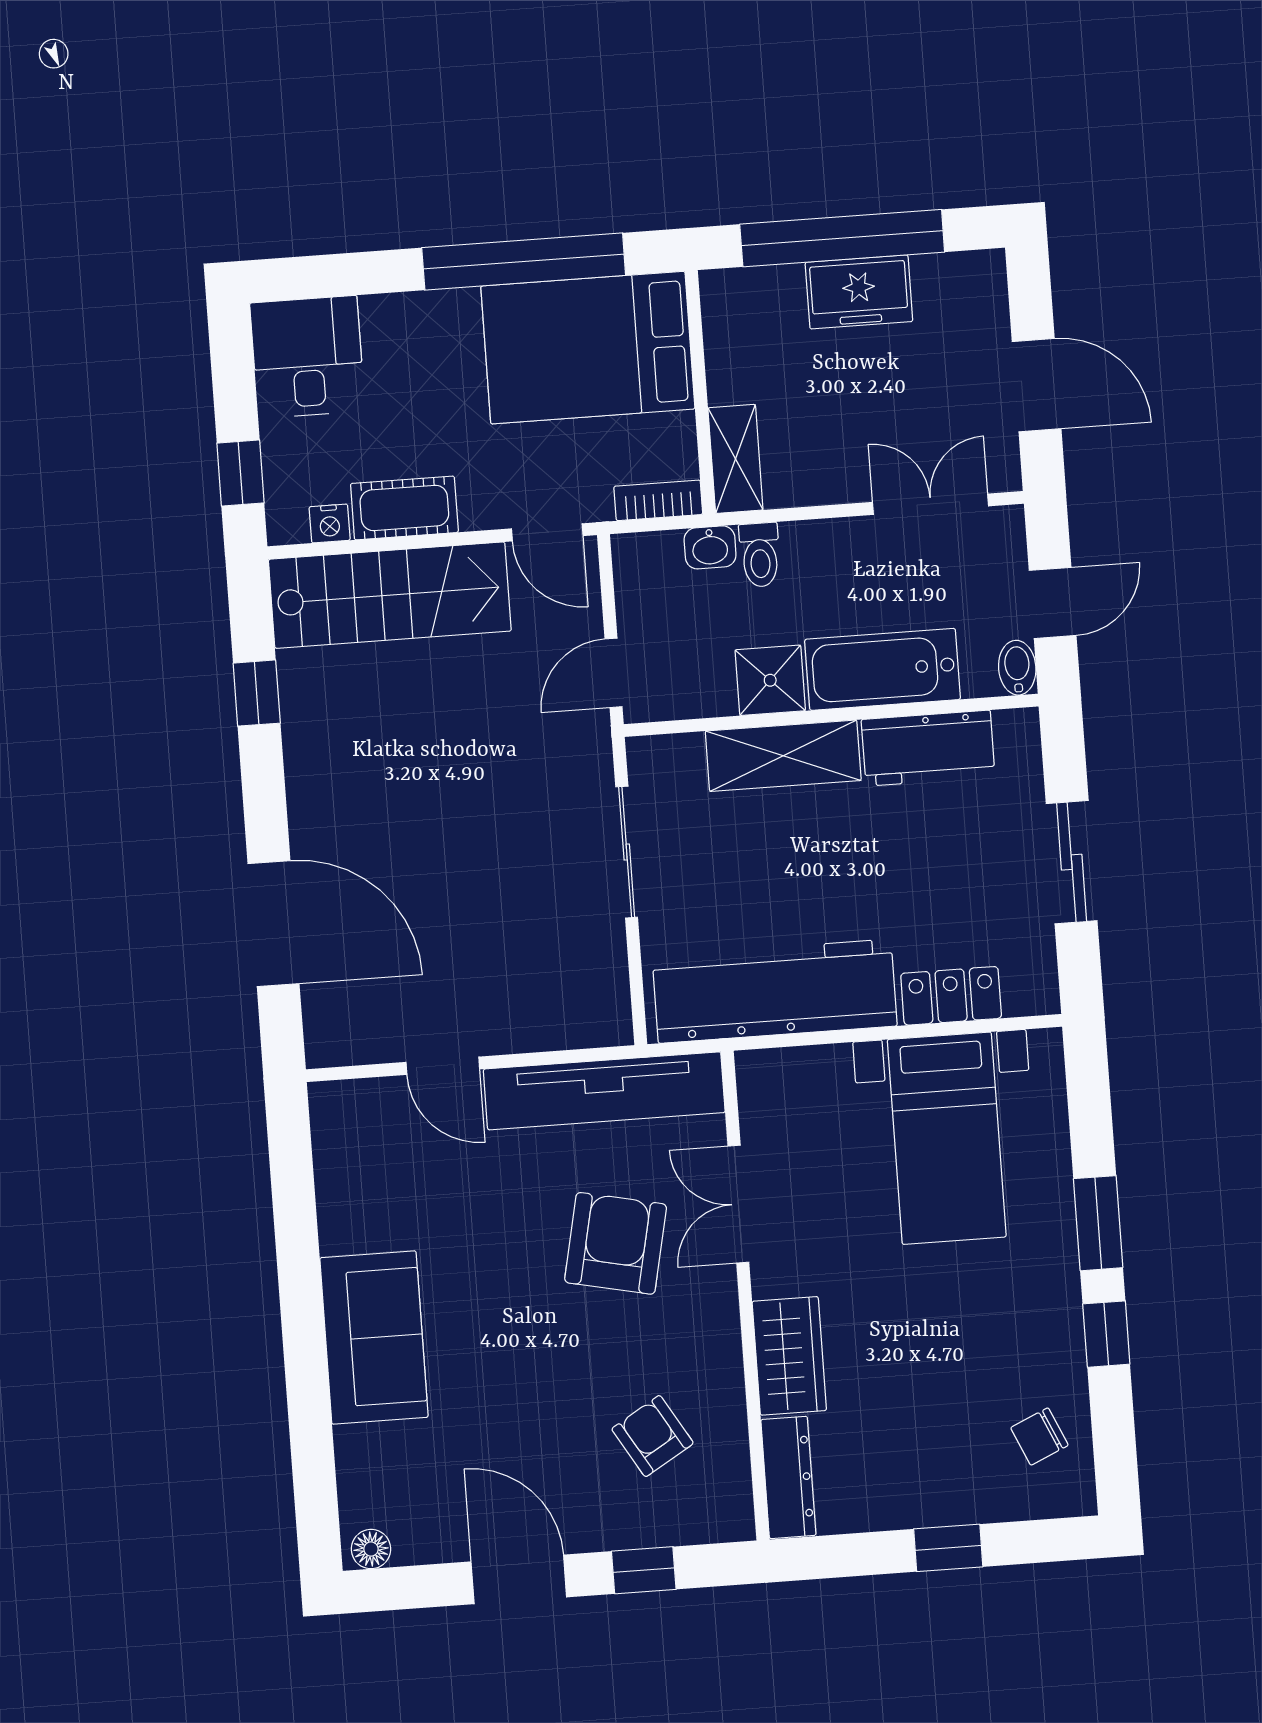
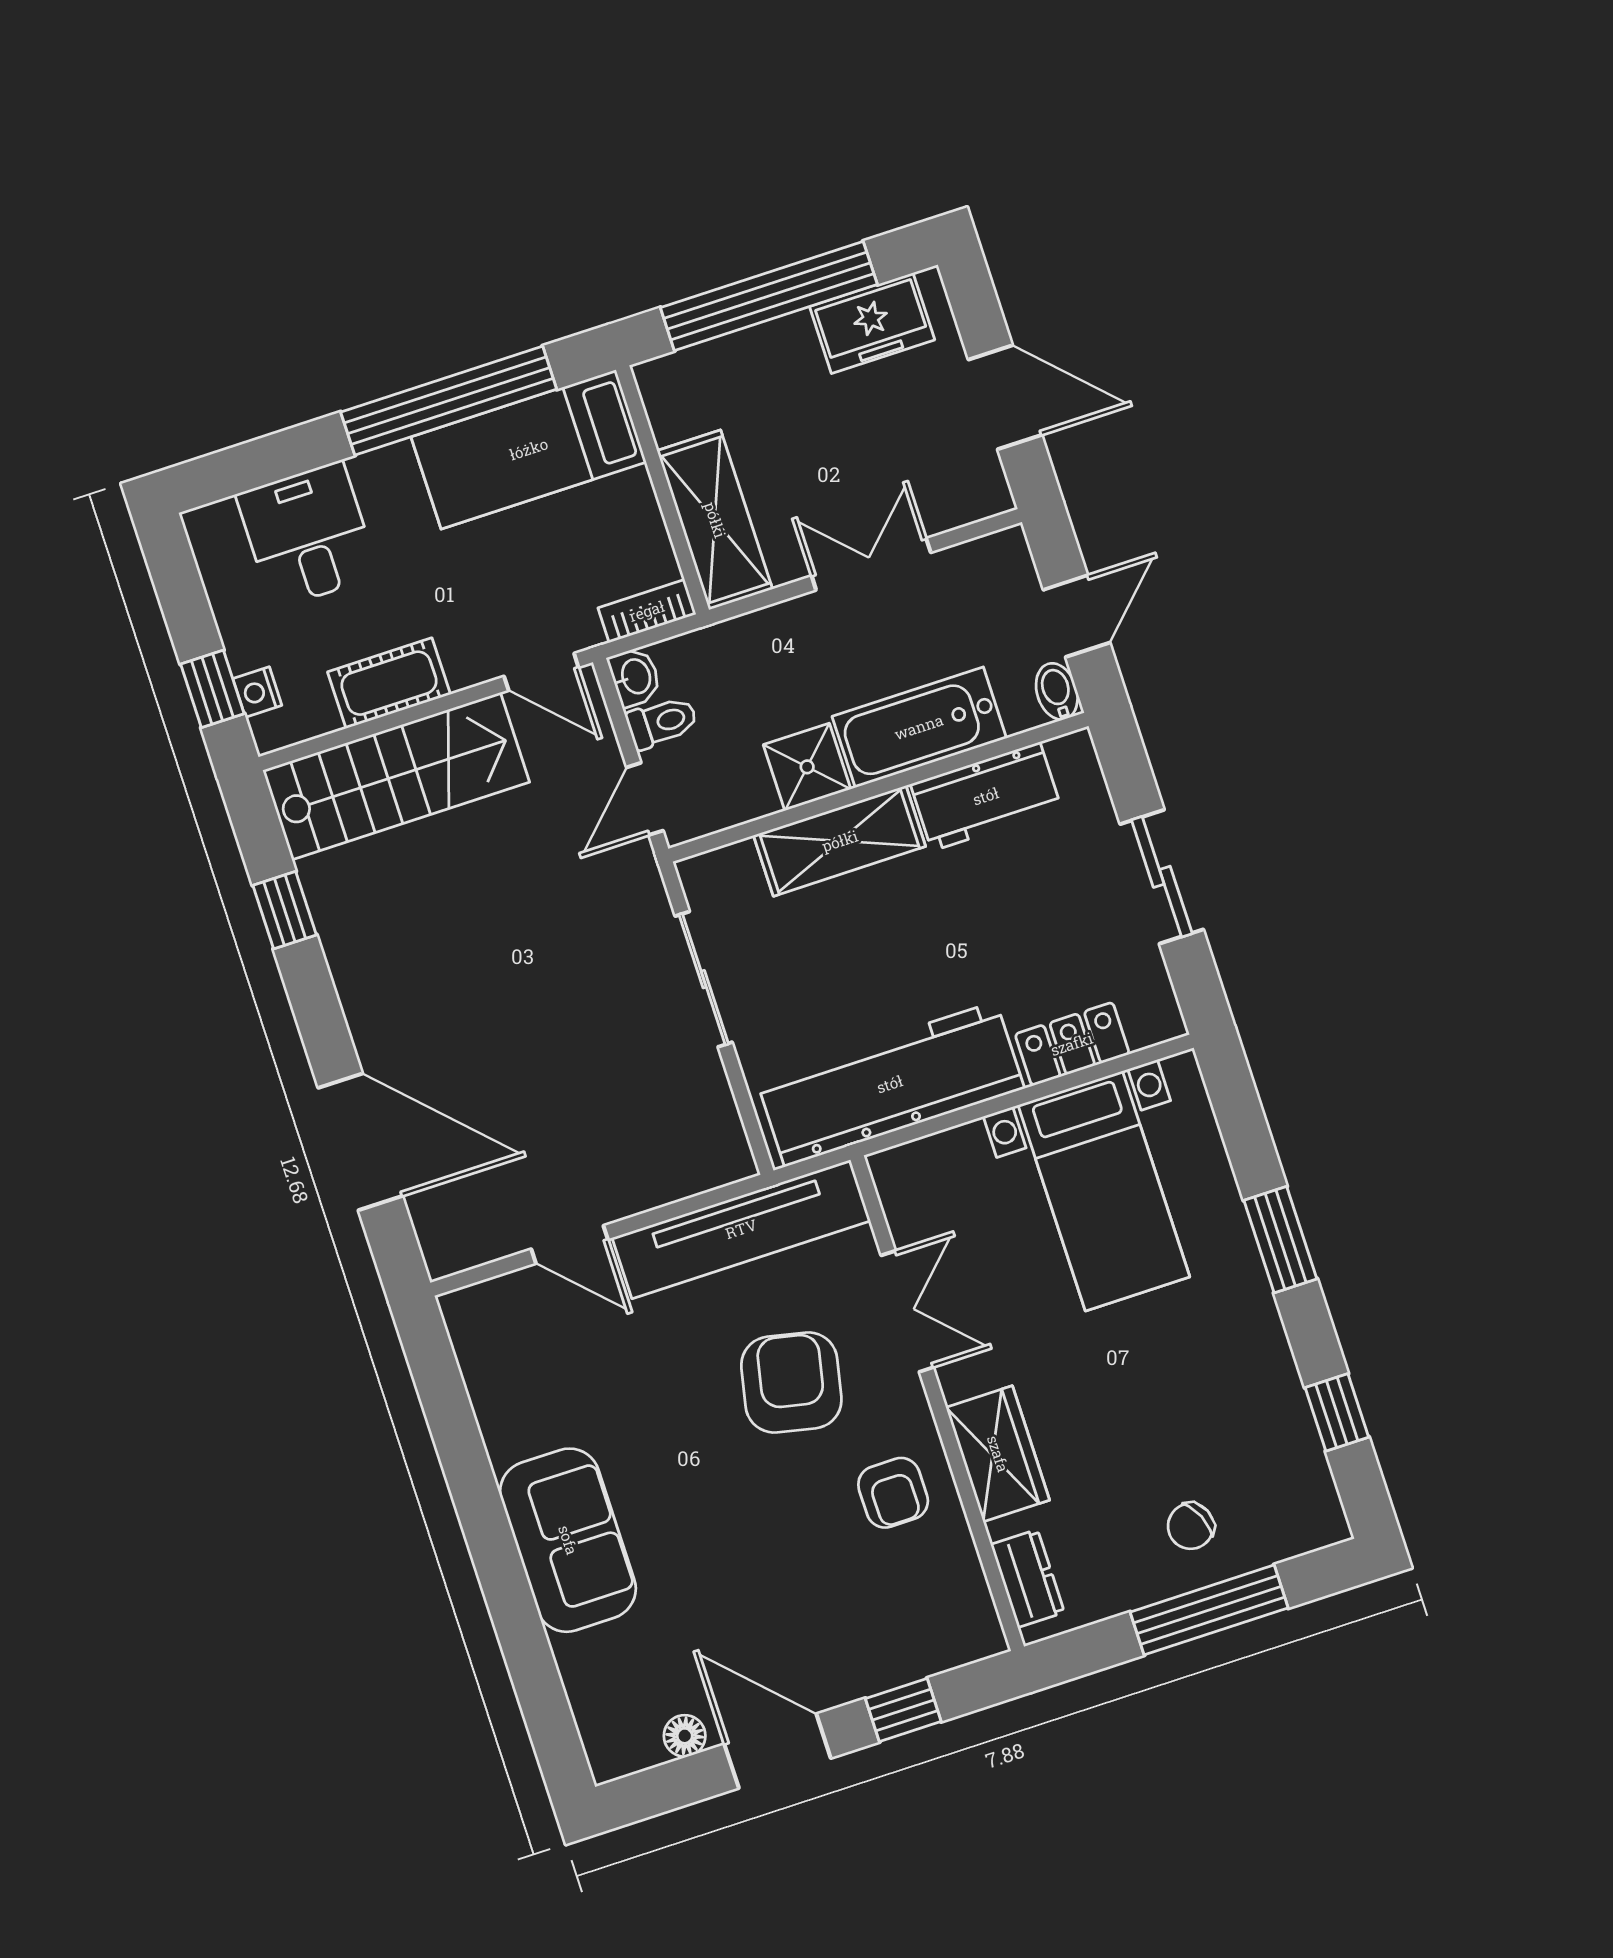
freezer: (859, 292) -> (872, 323), moved
bed: (588, 348) -> (529, 449), width x0.67
desk: (307, 357) -> (308, 535), moved
shelving: (735, 459) -> (715, 520), width x1.50, depth x1.33
double door: (930, 504) -> (871, 564), moved
nightstand: (330, 524) -> (257, 692), moved, turned 90
washbasin: (710, 547) -> (635, 677), moved, turned -90
toilet: (760, 555) -> (662, 722), moved, turned -90
double door: (738, 1204) -> (907, 1311), swing flipped
window: (1106, 1334) -> (1337, 1412), moved
armchair: (653, 1436) -> (893, 1493), moved, turned -149
chair: (1039, 1436) -> (1191, 1526), moved
dresser: (788, 1477) -> (1028, 1578), width x0.70
window: (948, 1548) -> (1209, 1610), width x2.17
floor lamp: (371, 1549) -> (685, 1736), moved

